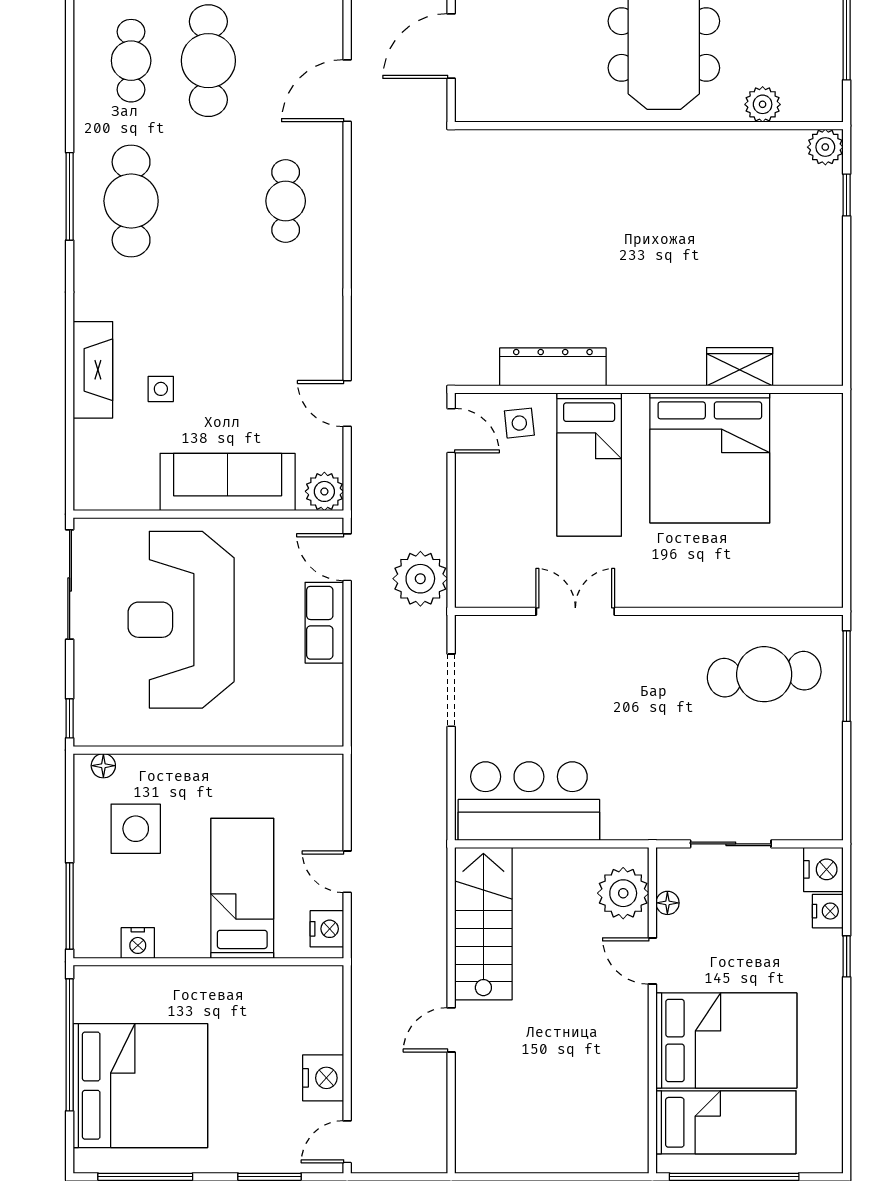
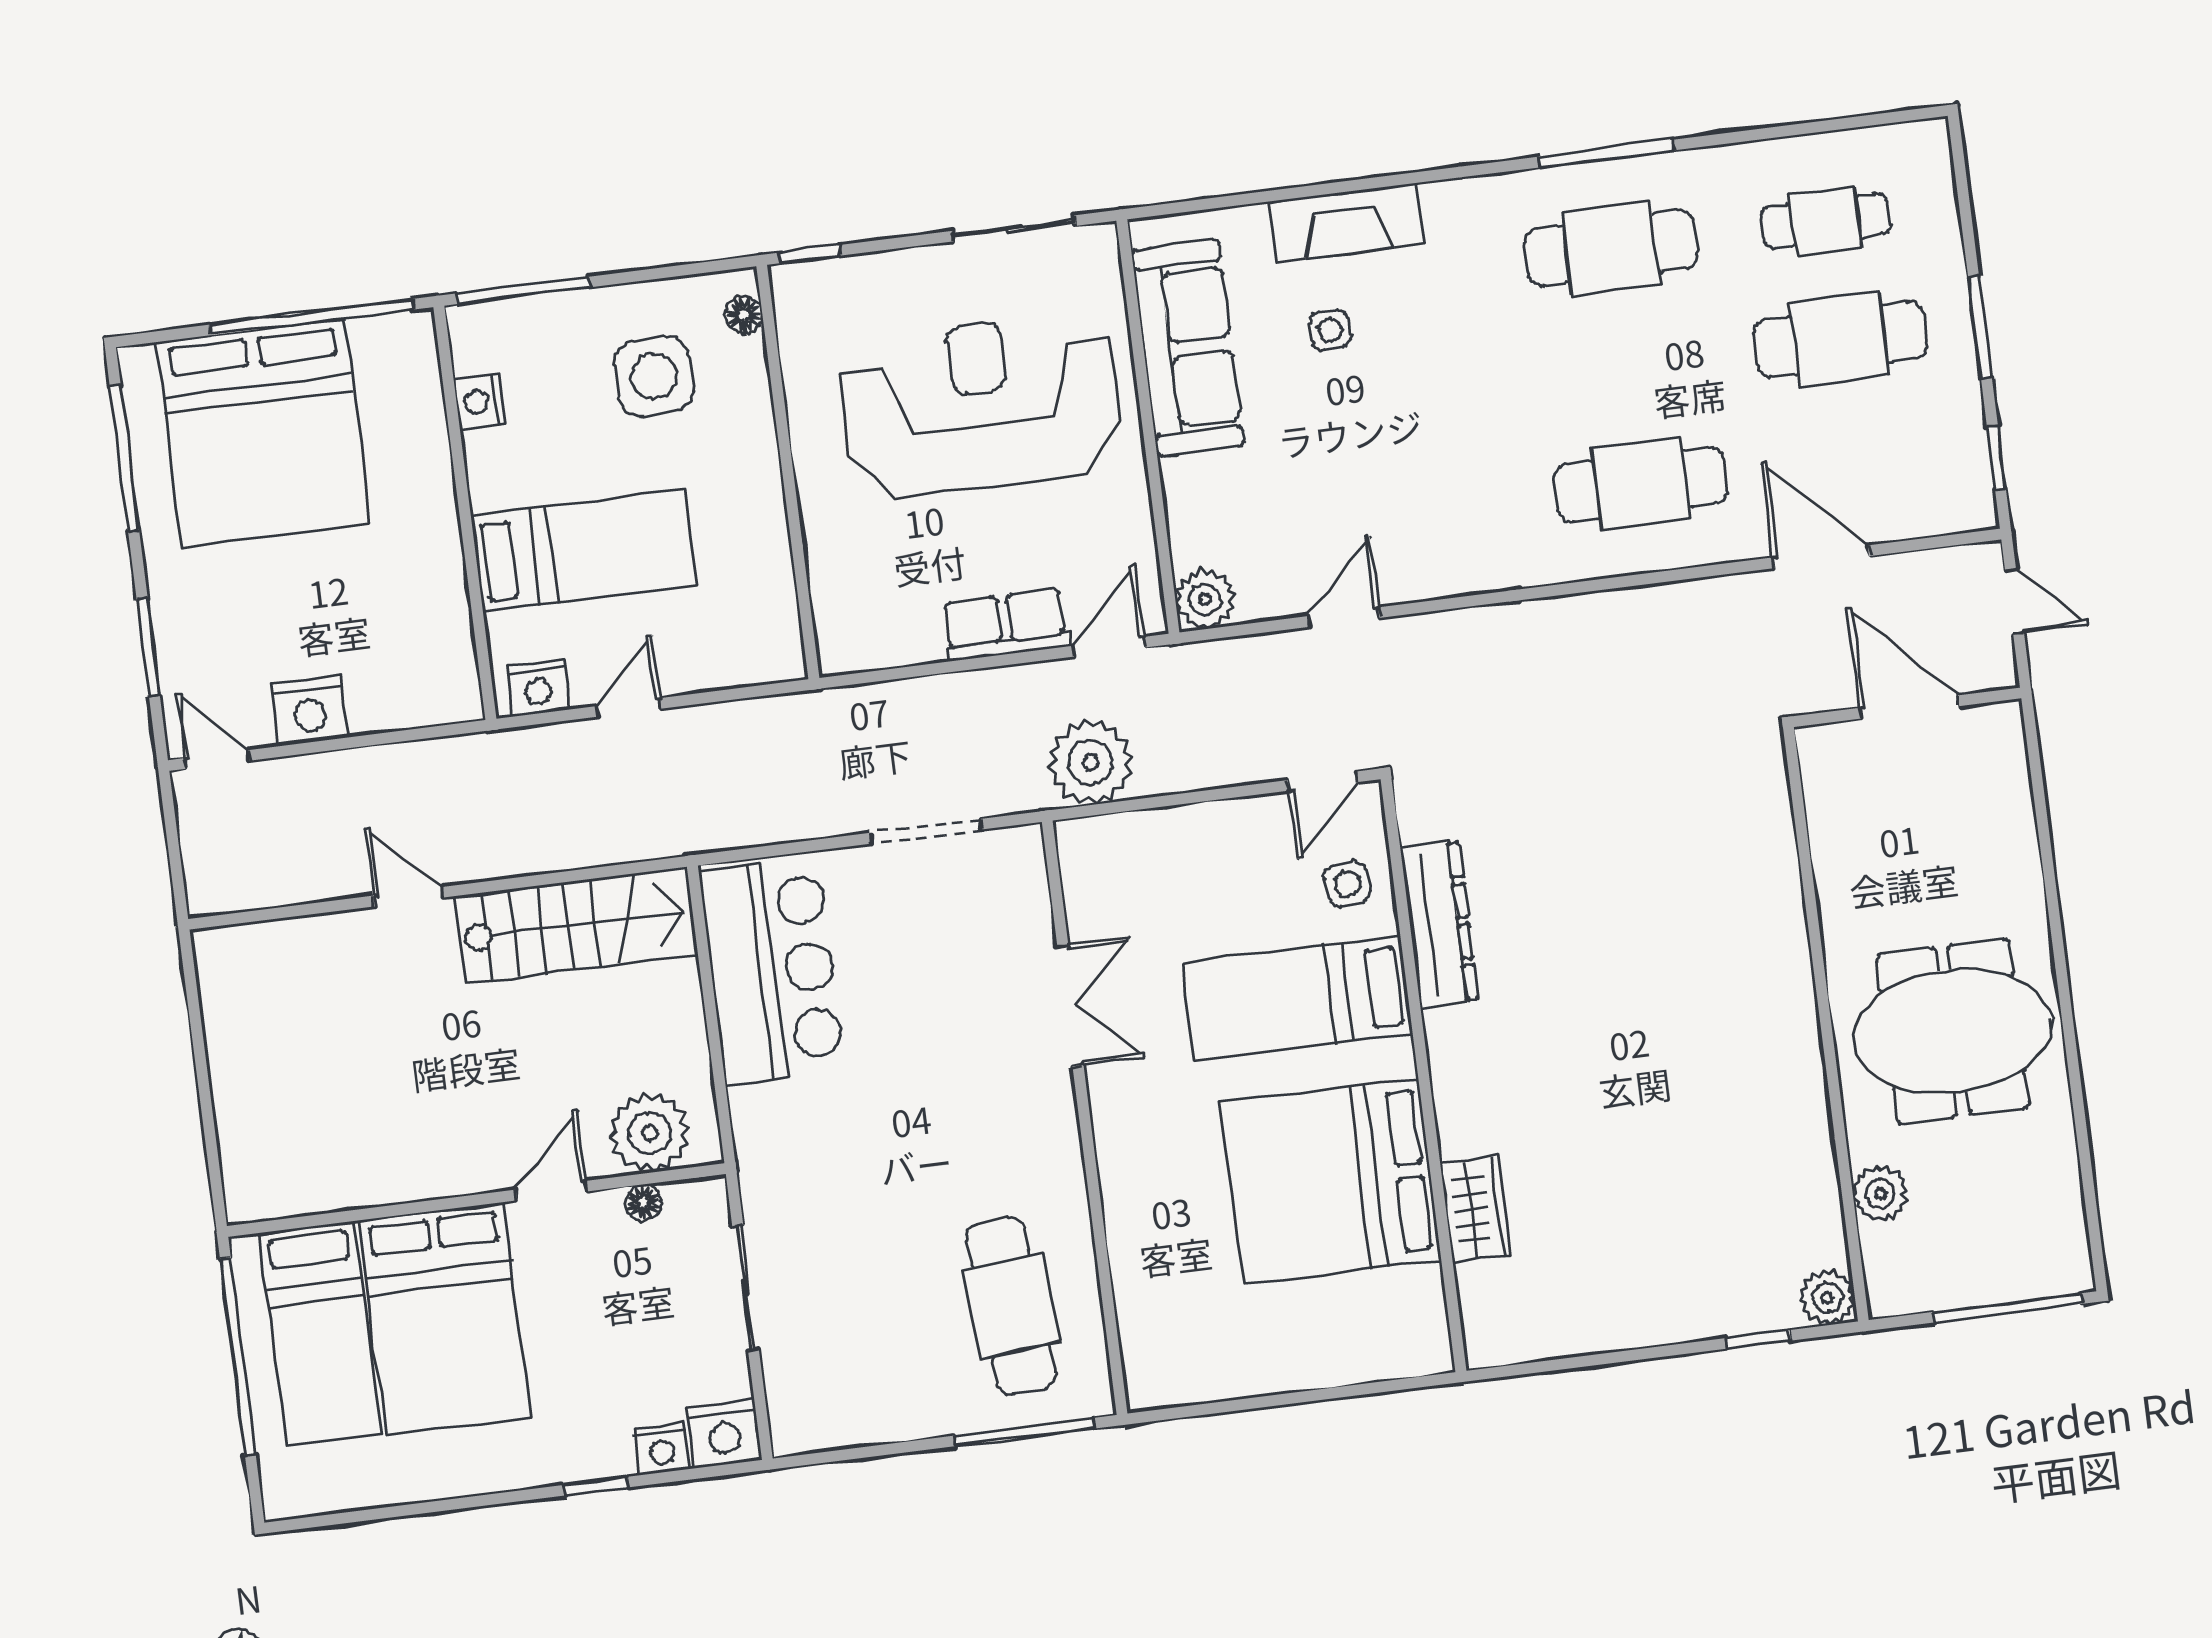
cafe table: (286, 201) -> (1641, 484), width x1.37, depth x1.35
sofa: (228, 482) -> (1188, 348), moved
sliding door: (70, 584) -> (1014, 228), width x0.73

